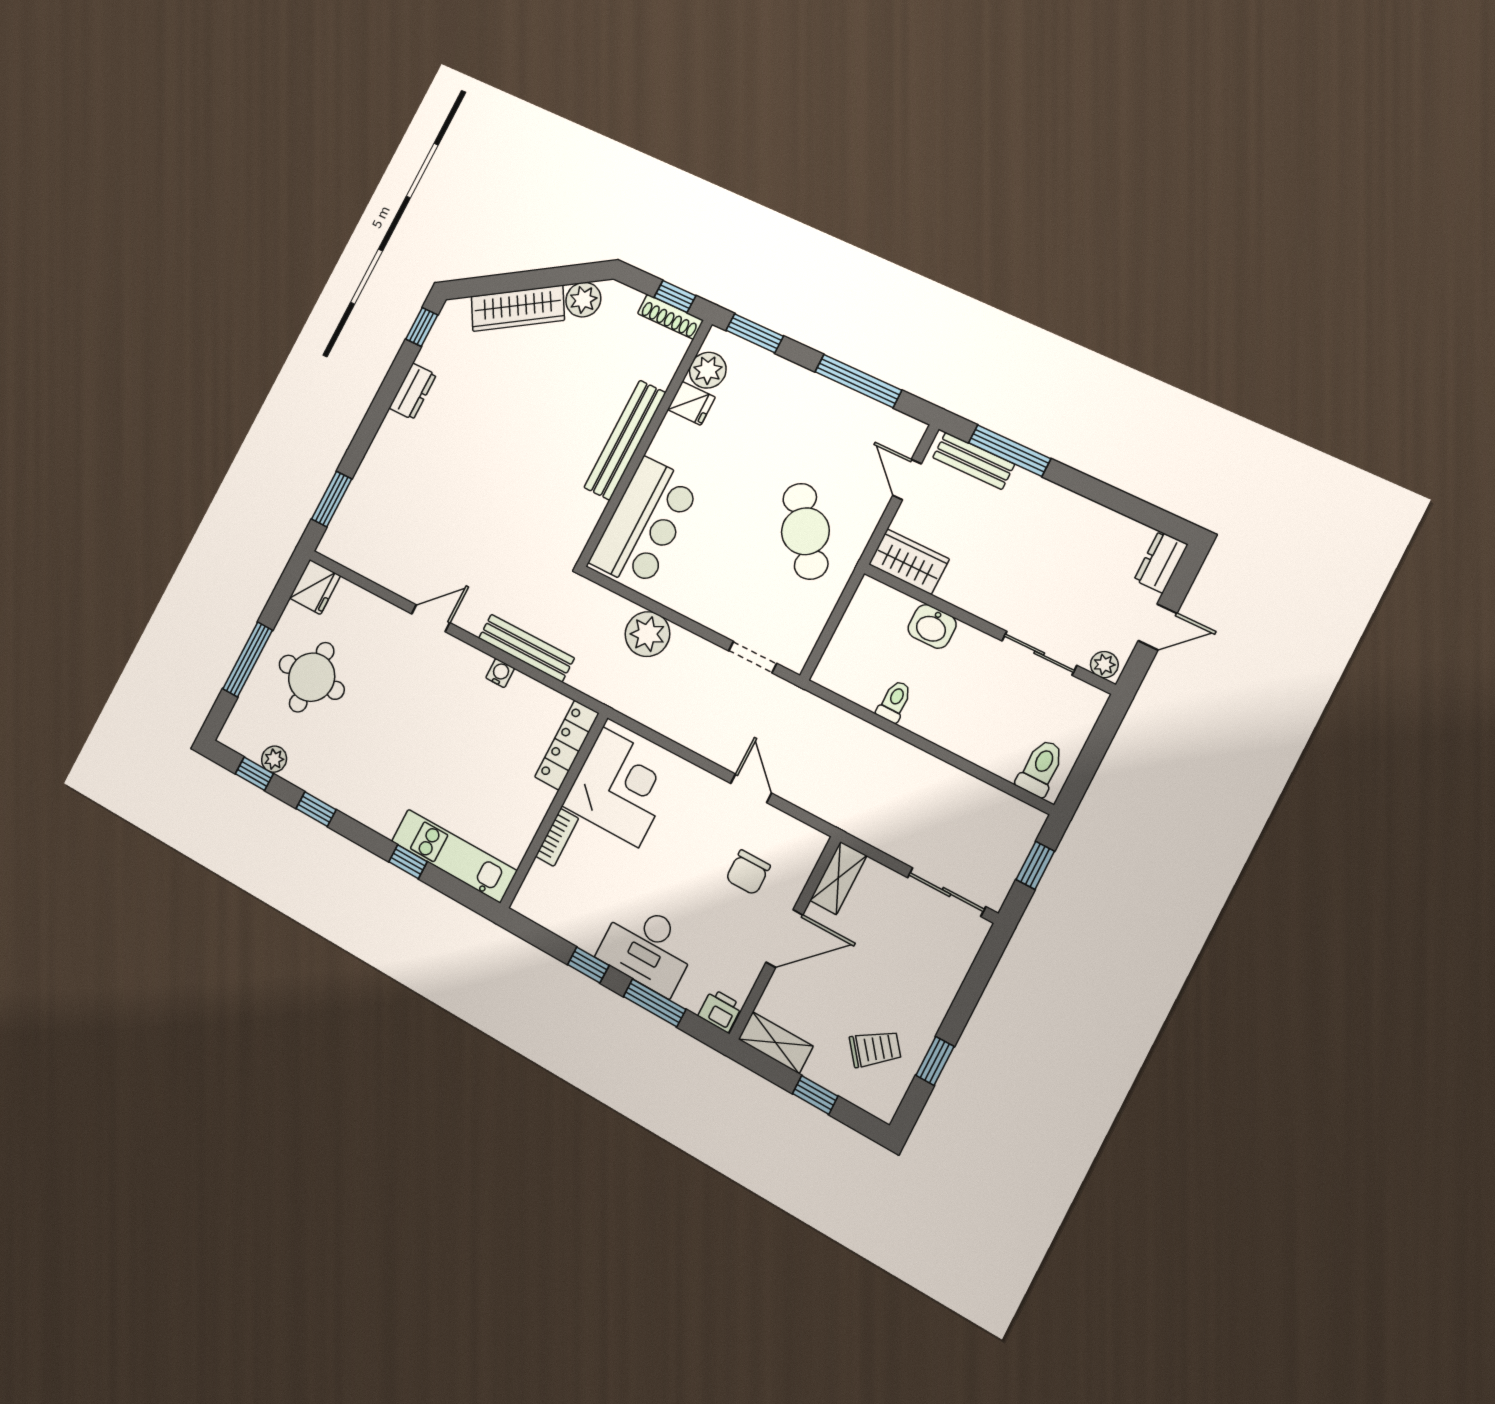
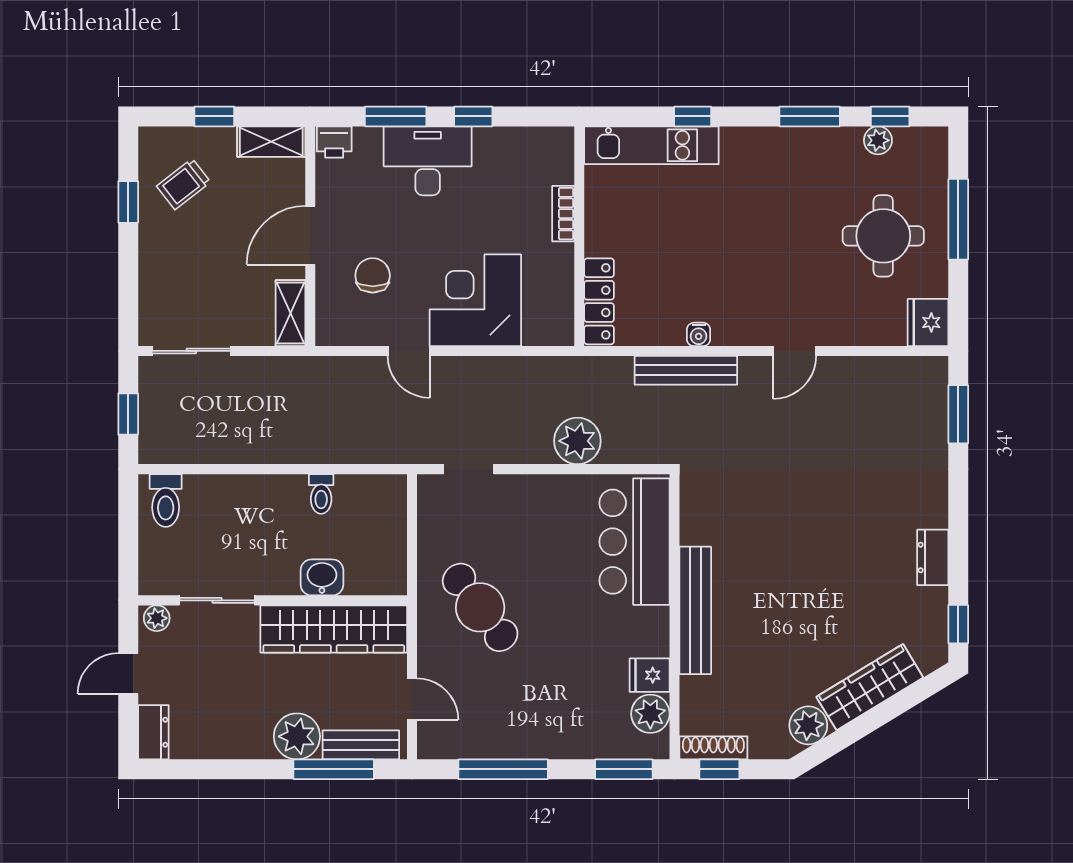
plant: (1028, 496) -> (297, 736), added
wardrobe: (909, 562) -> (334, 629), width x2.10, depth x1.17
corner desk: (620, 787) -> (475, 300), moved, turned 90
window: (316, 809) -> (810, 116), width x1.50

